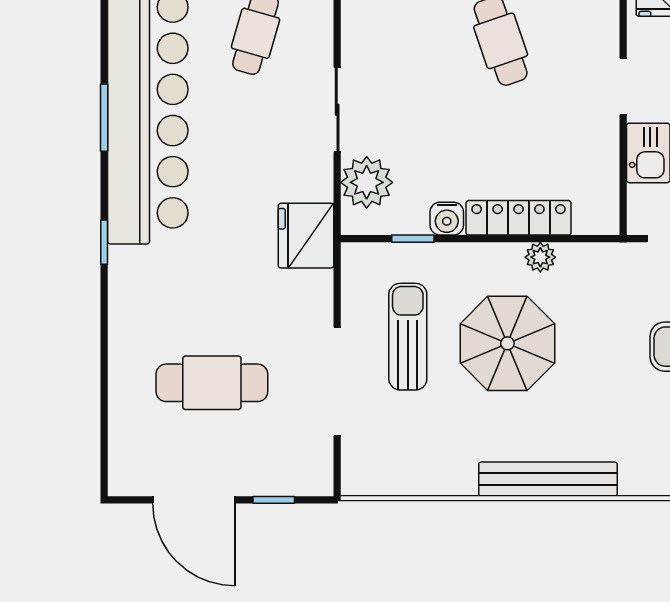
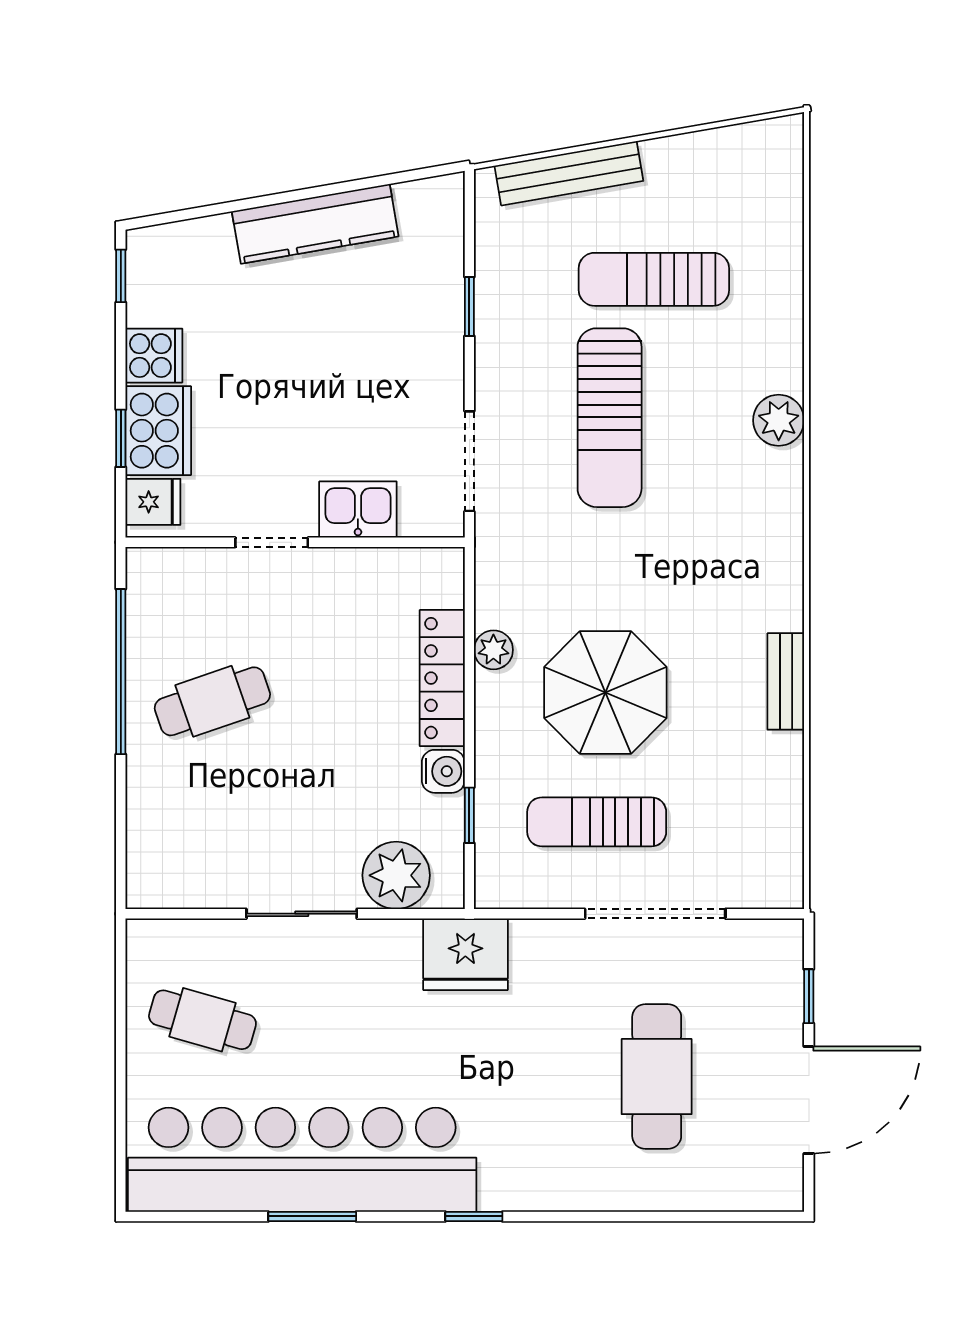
bench: (548, 479) -> (786, 681), width x0.54, depth x0.82

